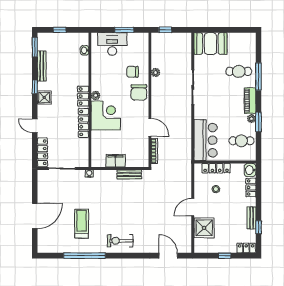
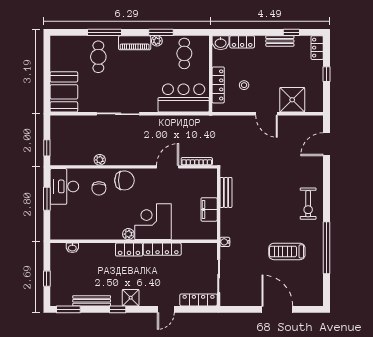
desk: (112, 44) -> (64, 186), moved

